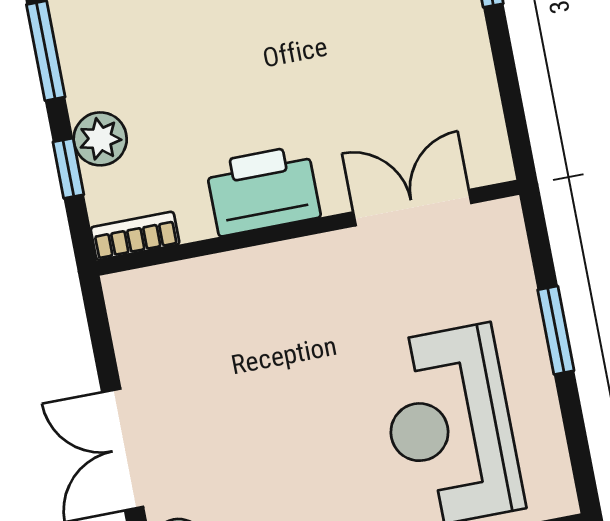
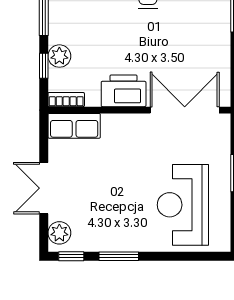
double door: (412, 208) -> (185, 110), width x1.37
row of seats: (165, 293) -> (74, 126), added

